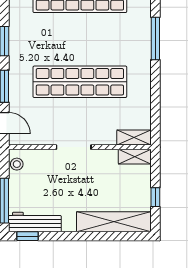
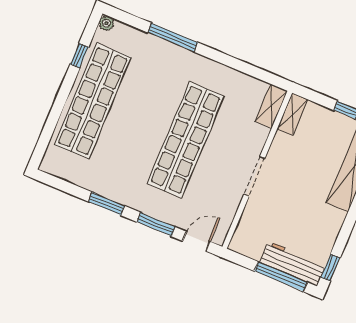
stool: (17, 164) -> (247, 246), removed
workbench: (35, 222) -> (293, 264), moved, turned 90

